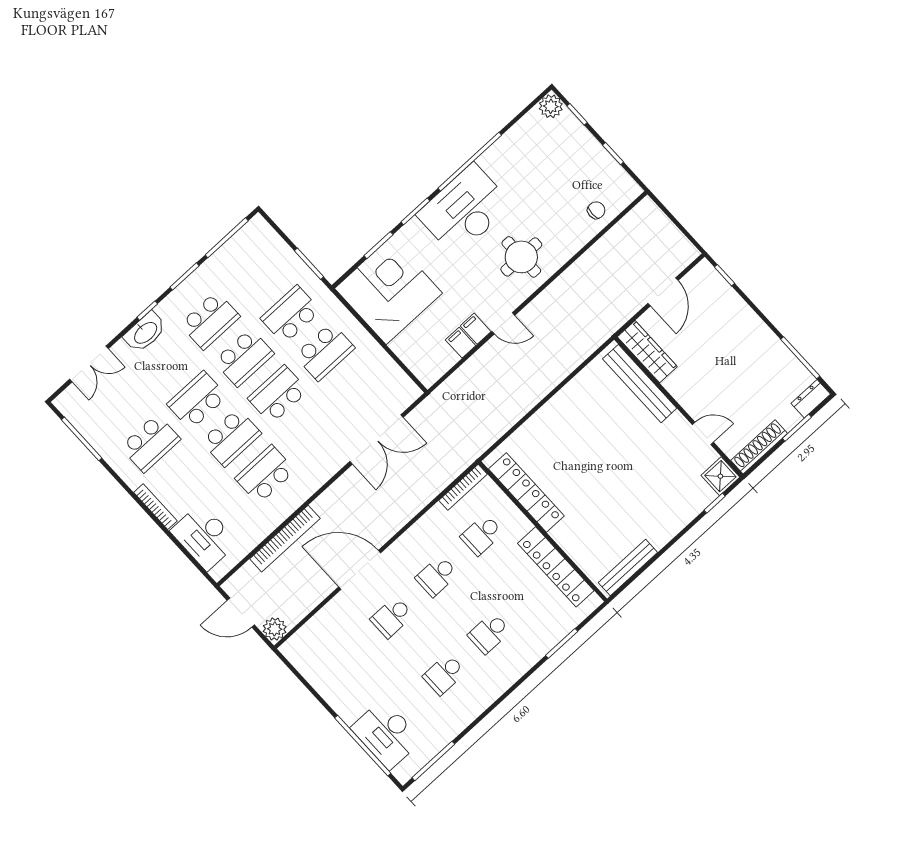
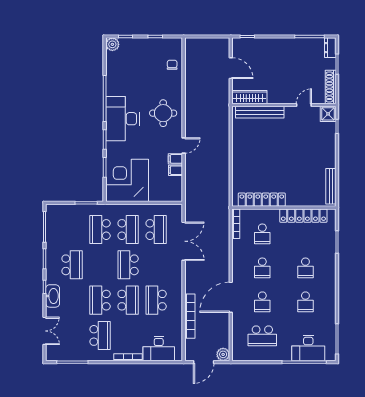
school desk: (244, 357) -> (156, 230), moved
school desk: (347, 658) -> (262, 336), added

